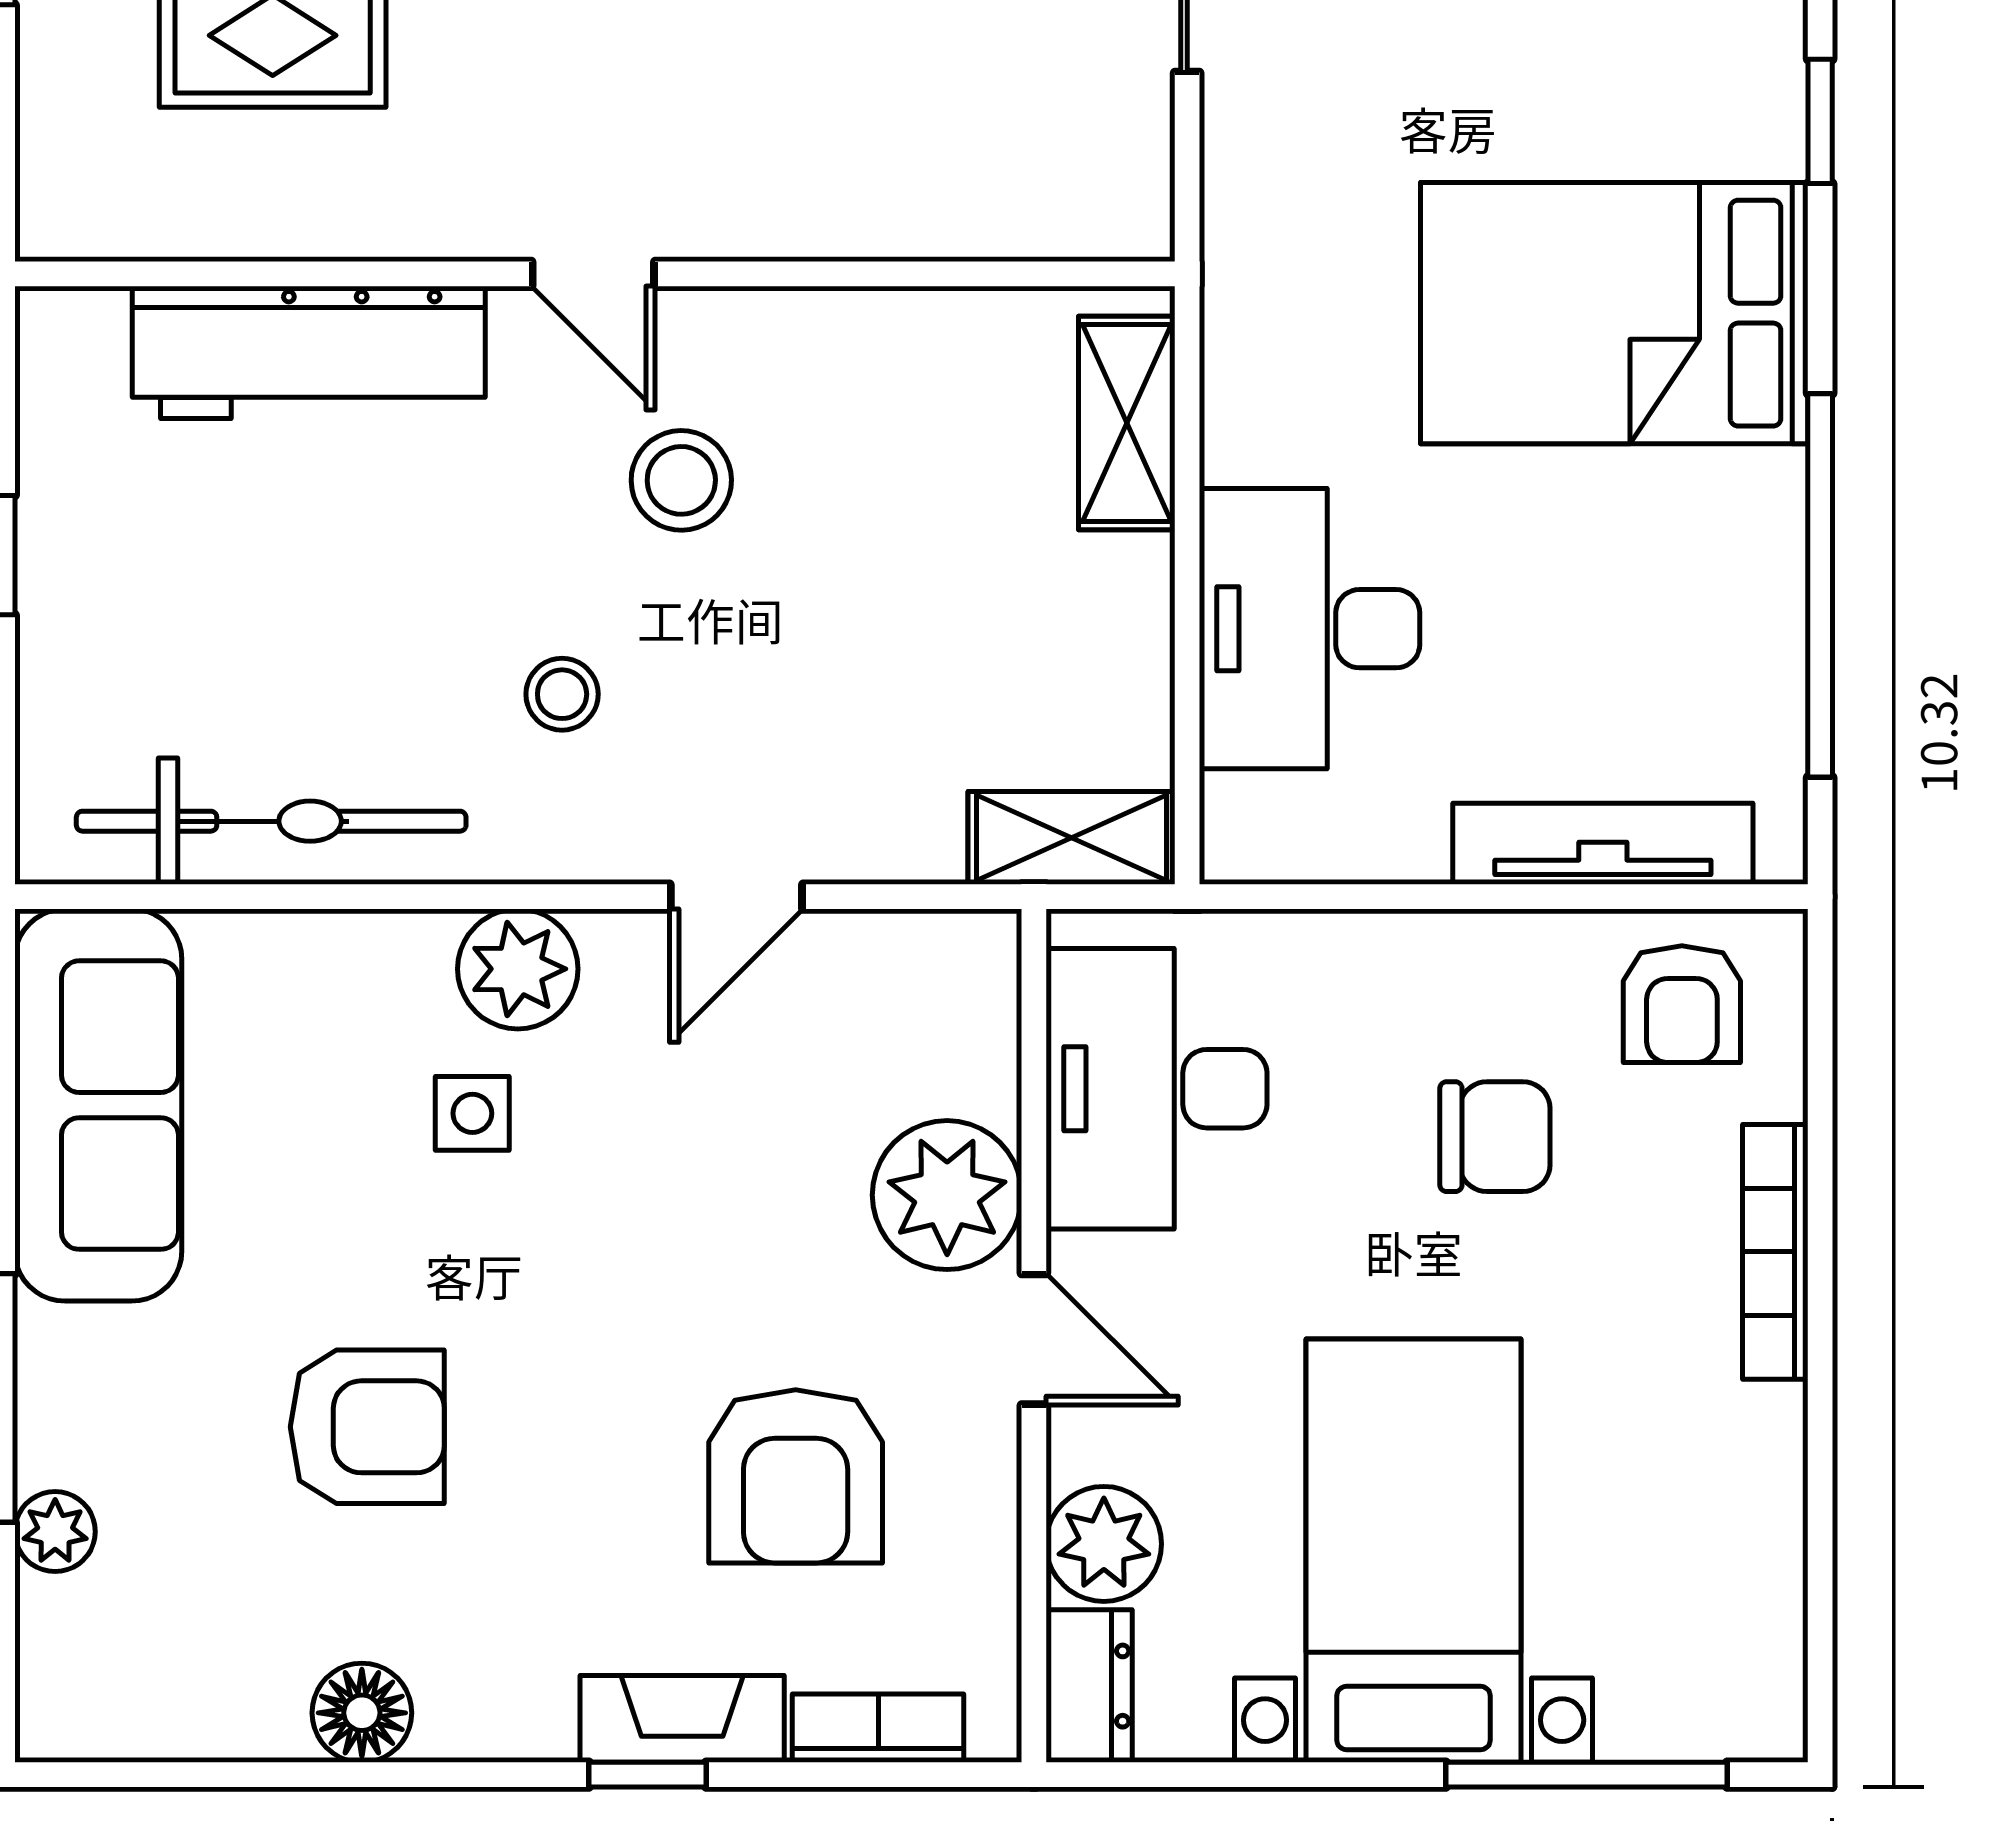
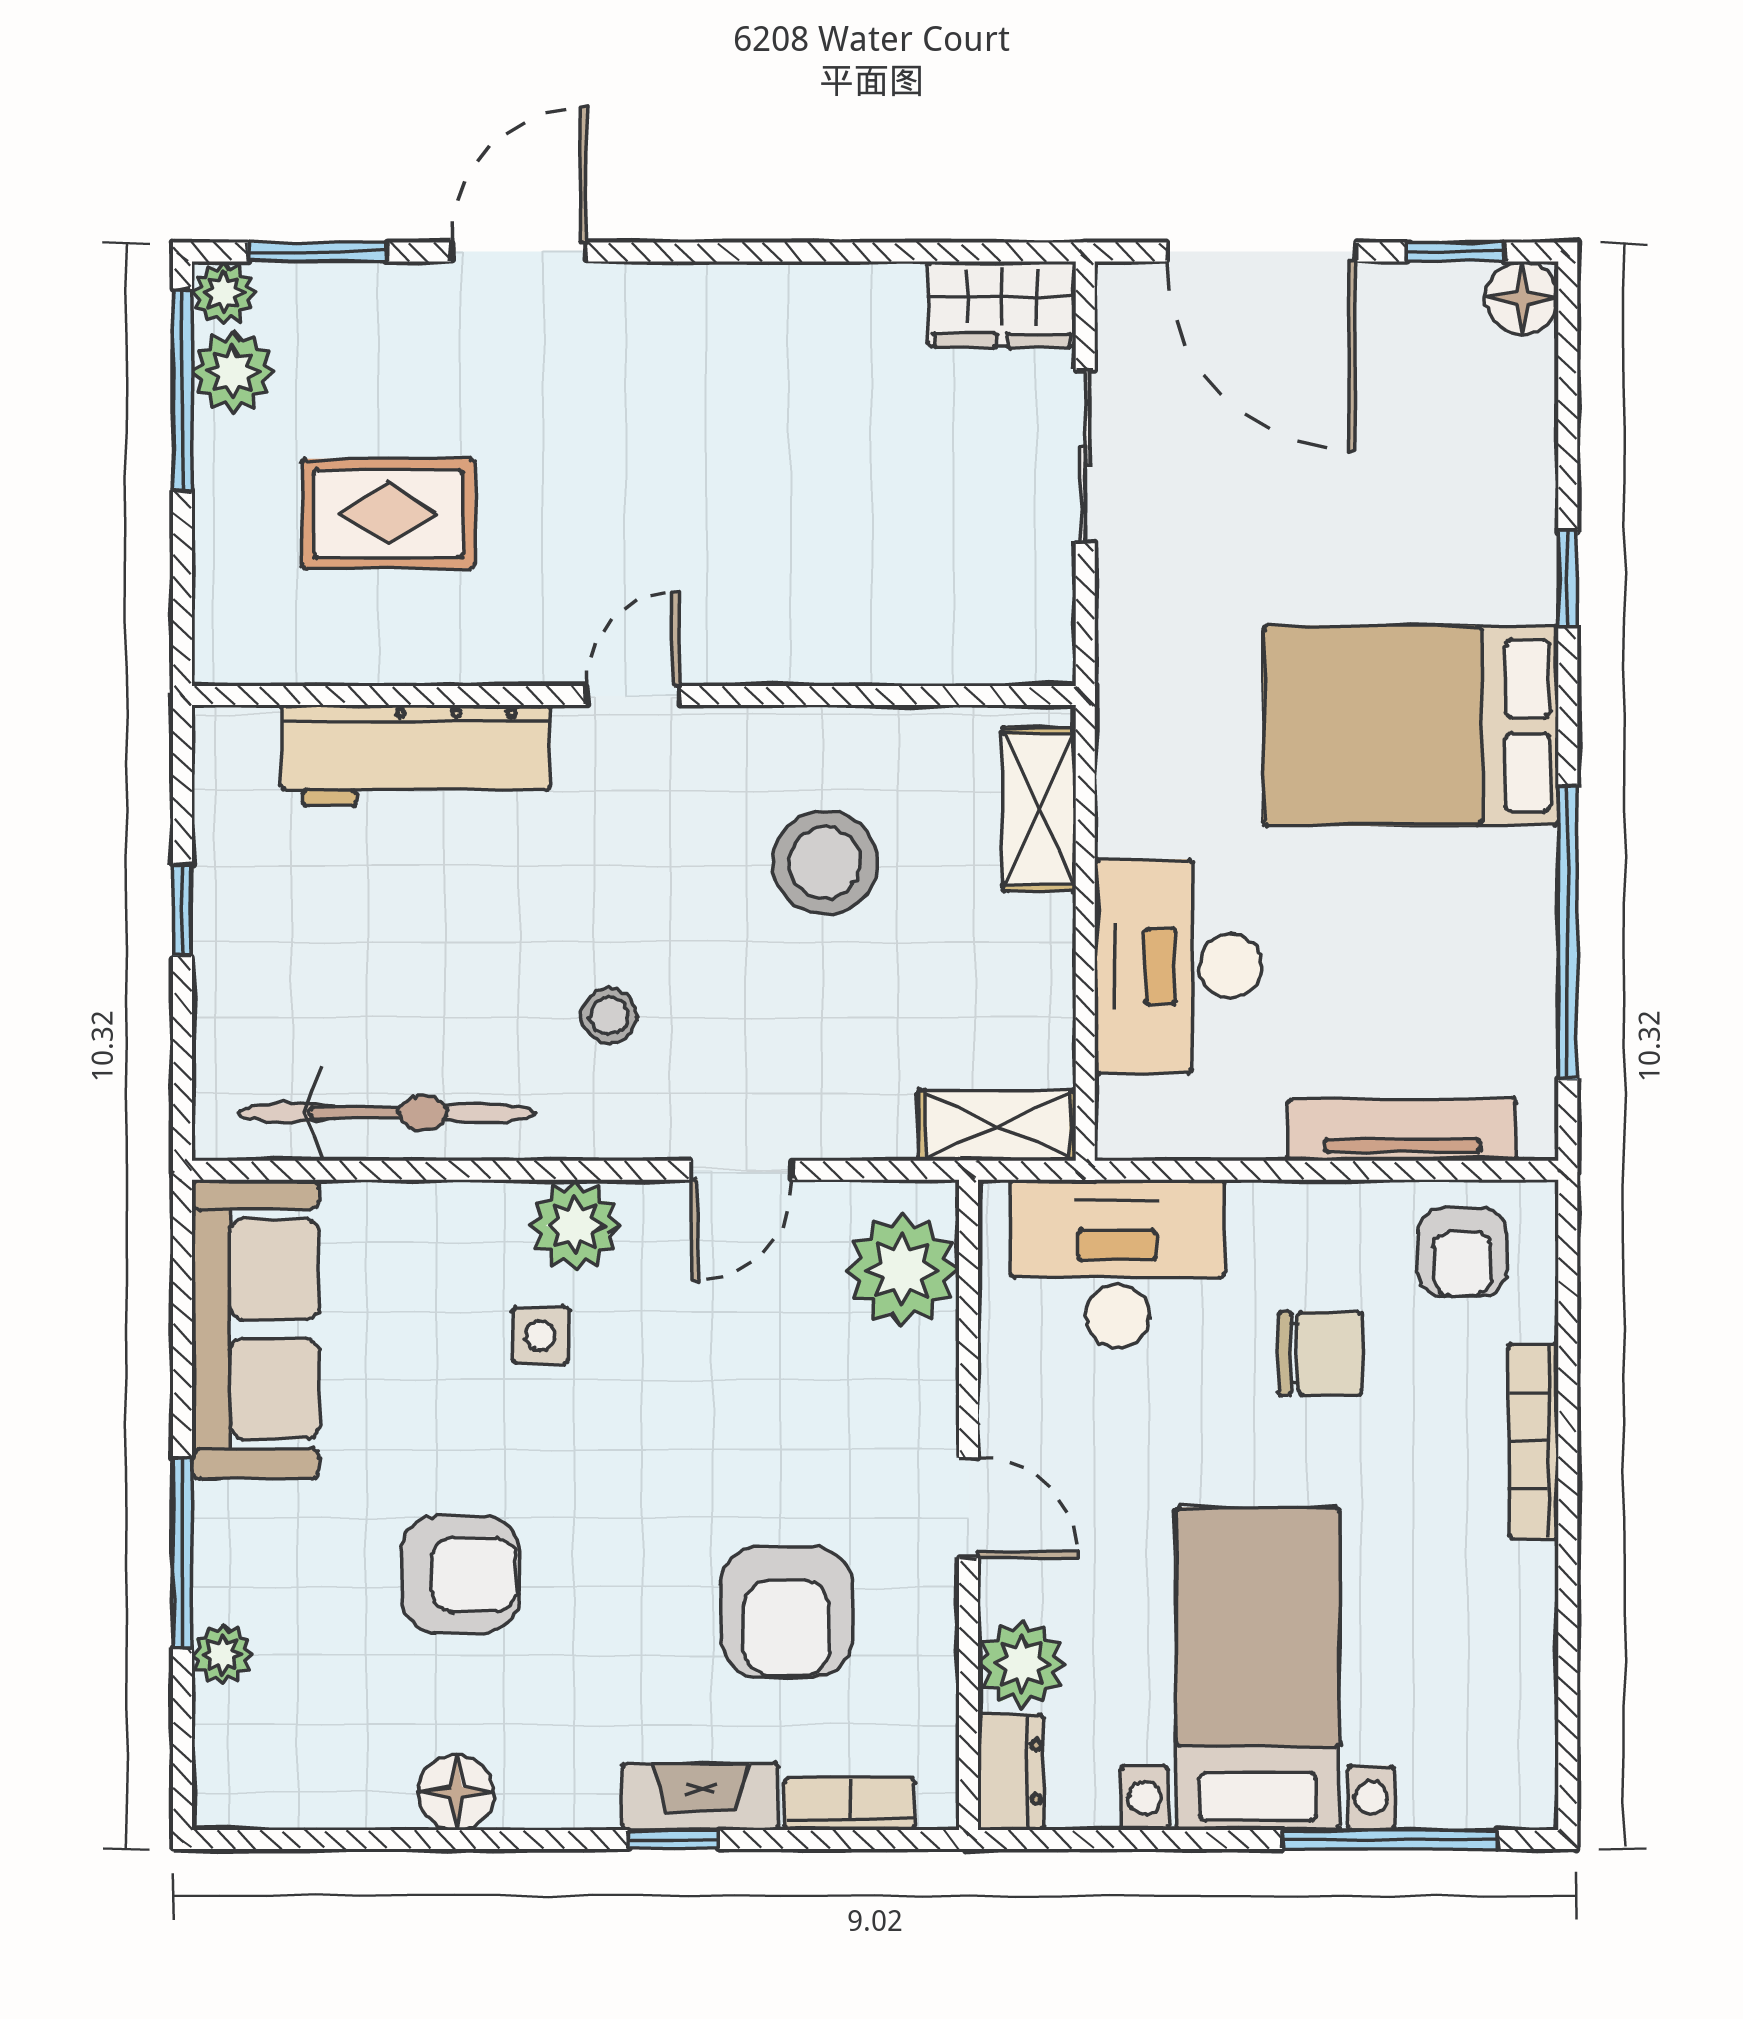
door: (593, 274) -> (633, 696), swing flipped
stool: (681, 480) -> (825, 863), moved, width x1.38, depth x1.38
desk: (1156, 1089) -> (1117, 1264), moved, turned 90
plant: (947, 1195) -> (902, 1270), moved

